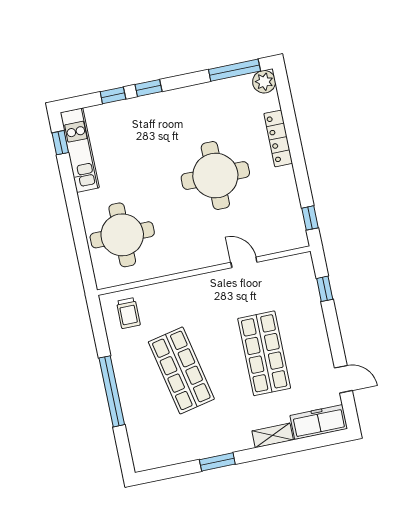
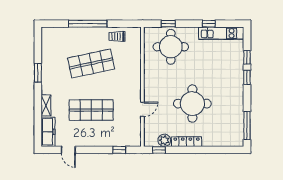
plant: (264, 82) -> (164, 140), moved
locker: (278, 138) -> (187, 142), moved
window: (60, 143) -> (209, 24), moved
window: (82, 248) -> (168, 24), added
trolley: (128, 313) -> (117, 36), moved
door: (343, 379) -> (68, 150), hinge flipped

